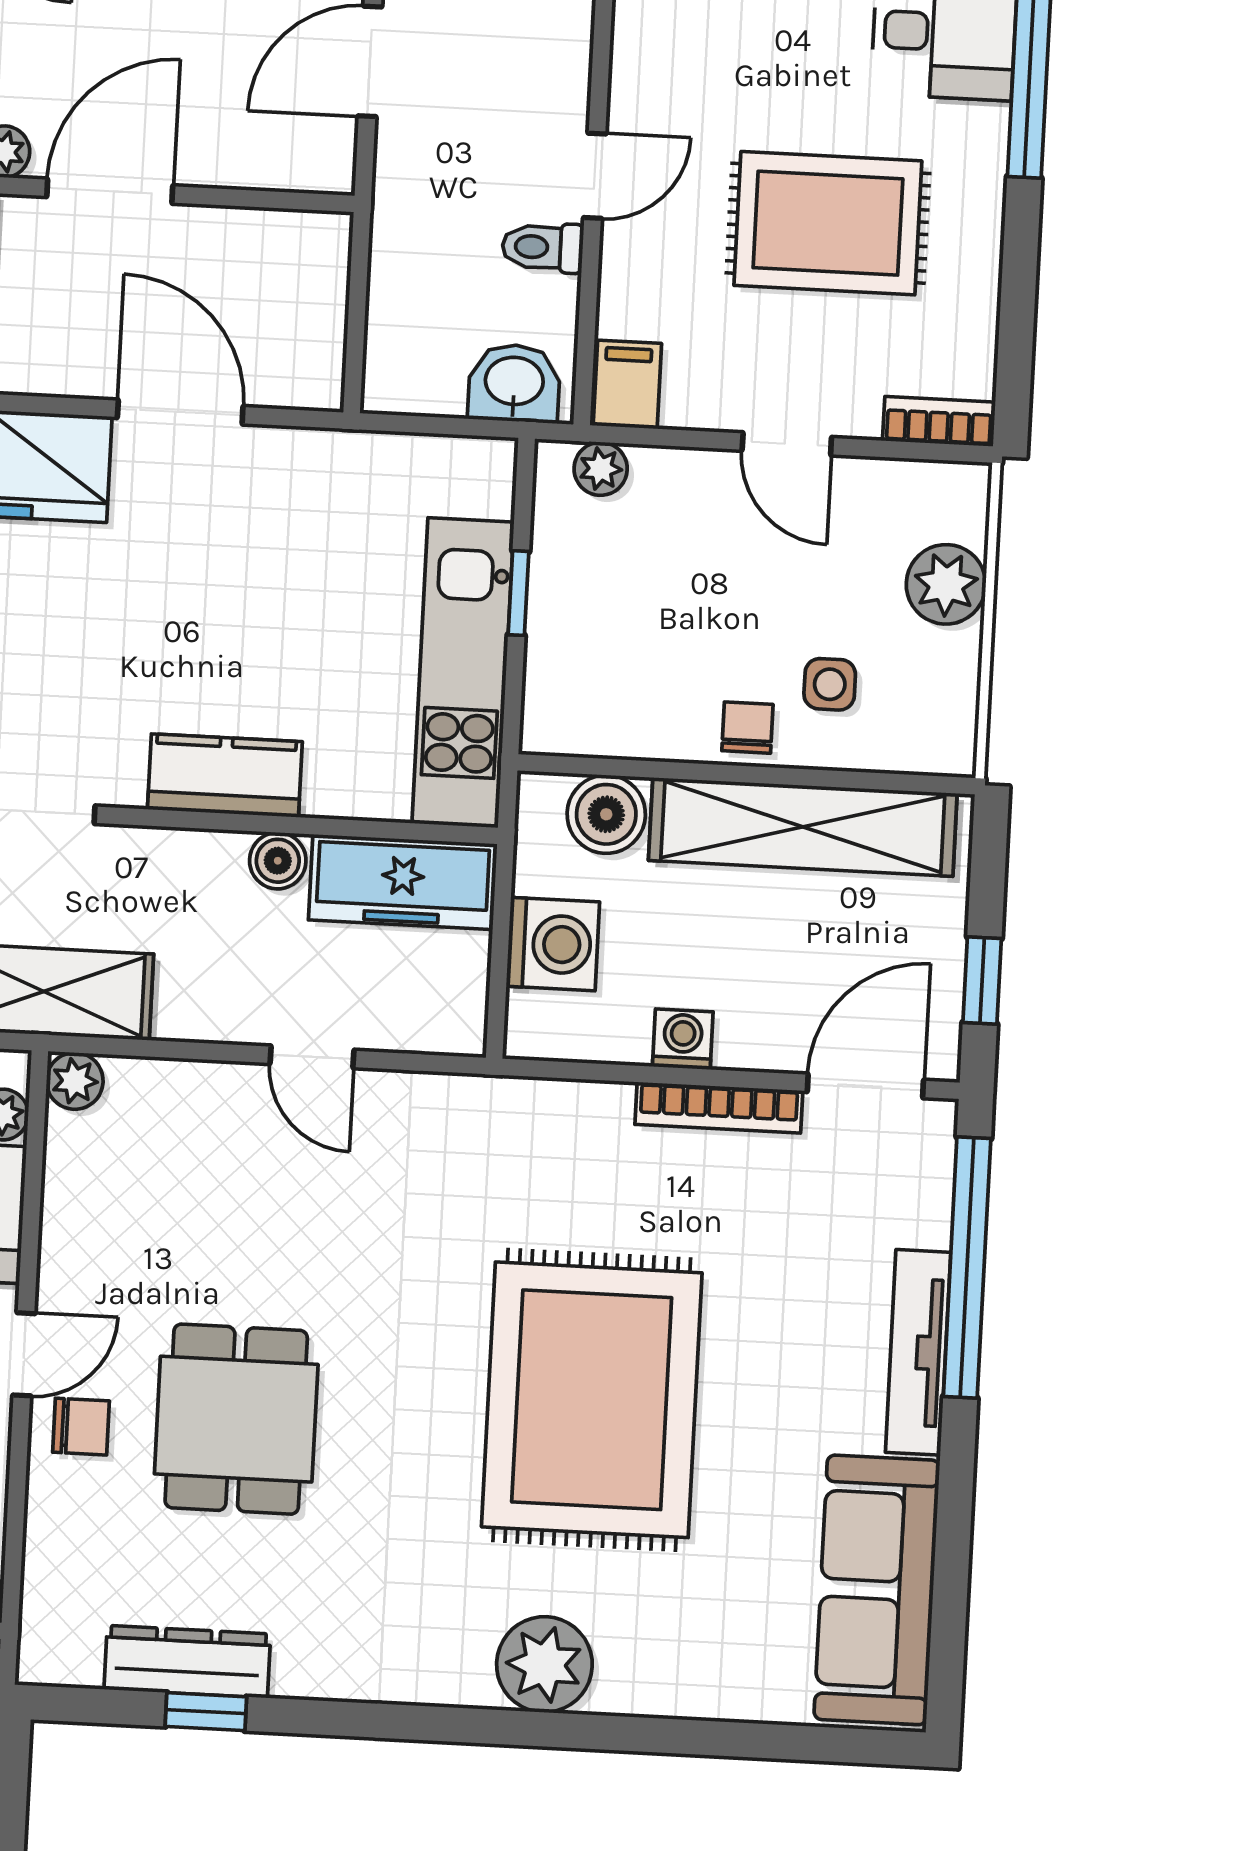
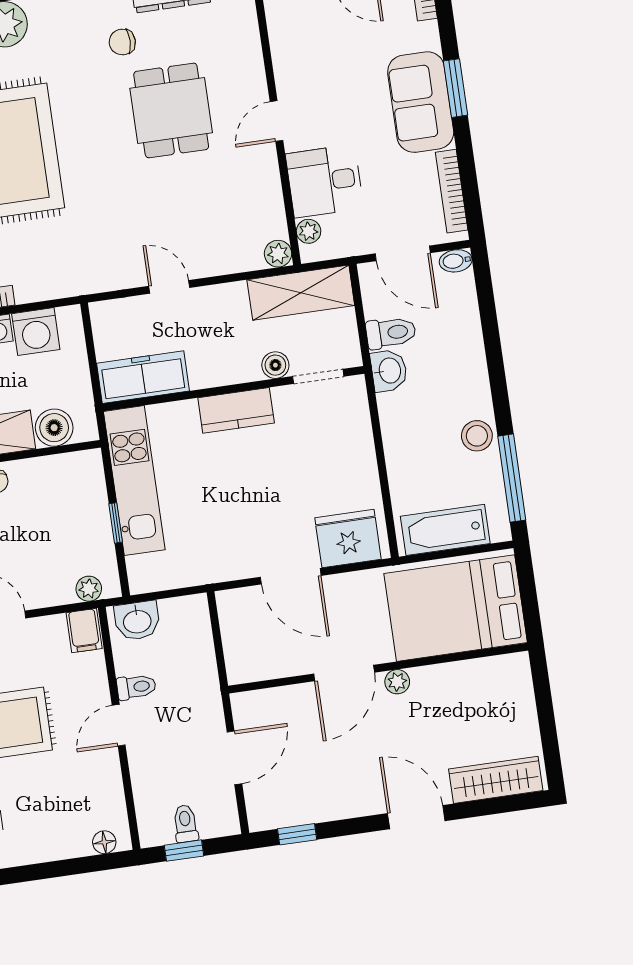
boiler: (278, 861) -> (275, 365), moved
washing machine: (553, 944) -> (36, 332), moved, turned -90
chair: (81, 1427) -> (122, 42), moved

